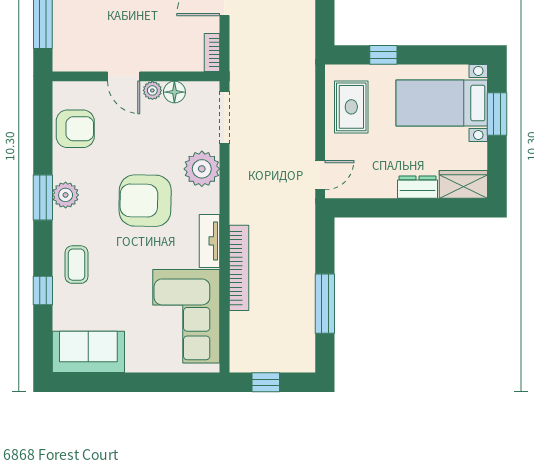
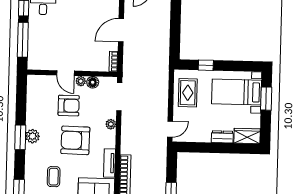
armchair: (75, 129) -> (69, 106), moved
plant: (202, 169) -> (111, 124), width x0.53, depth x0.53
coffee table: (77, 265) -> (54, 177), moved

